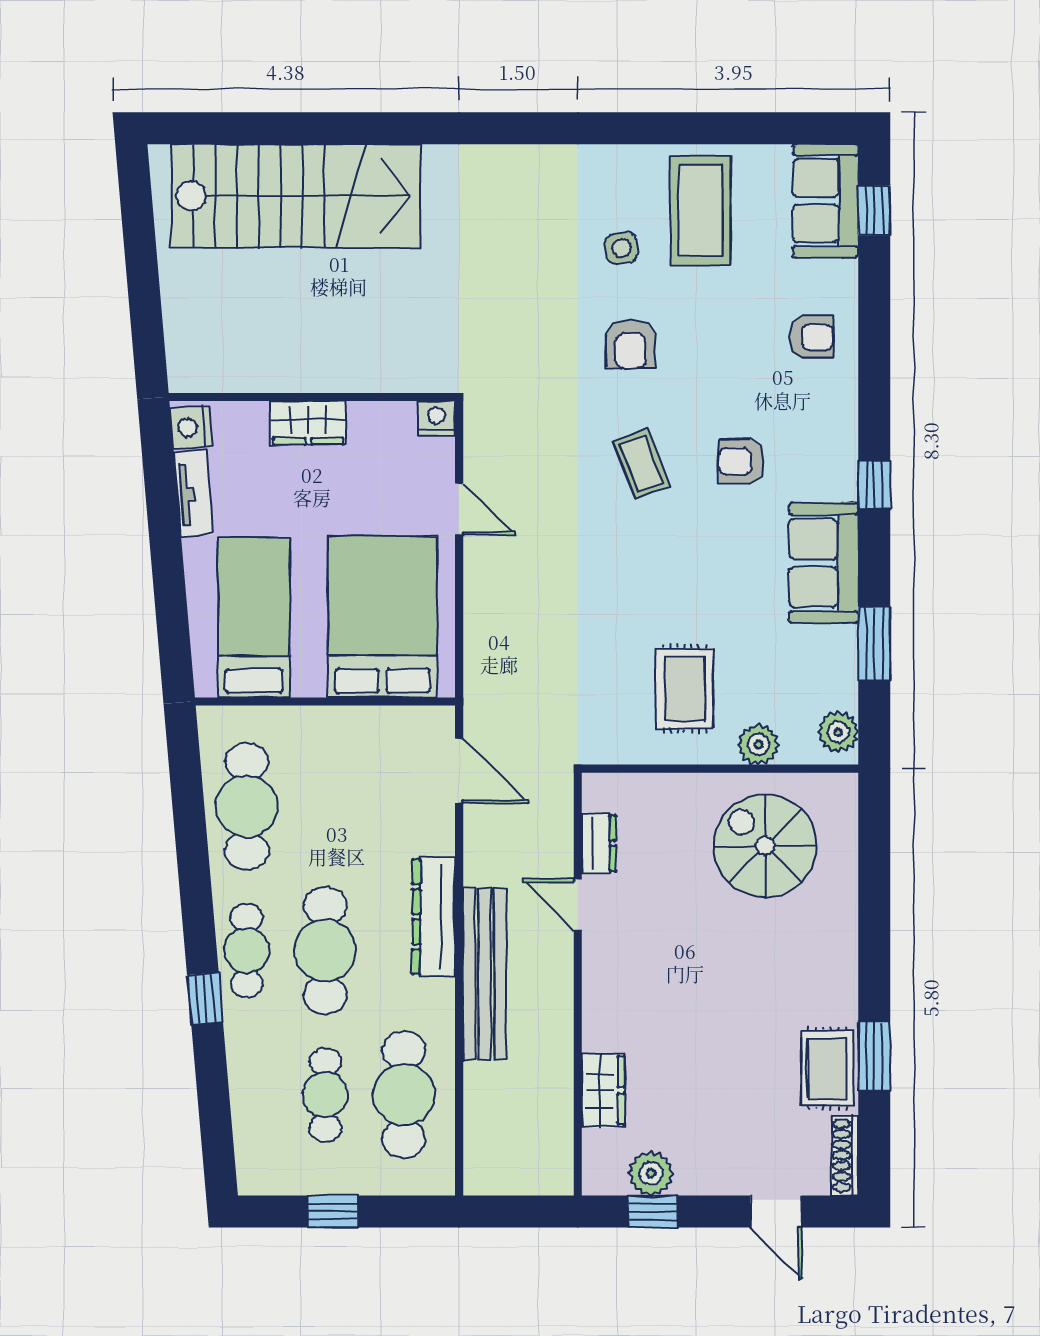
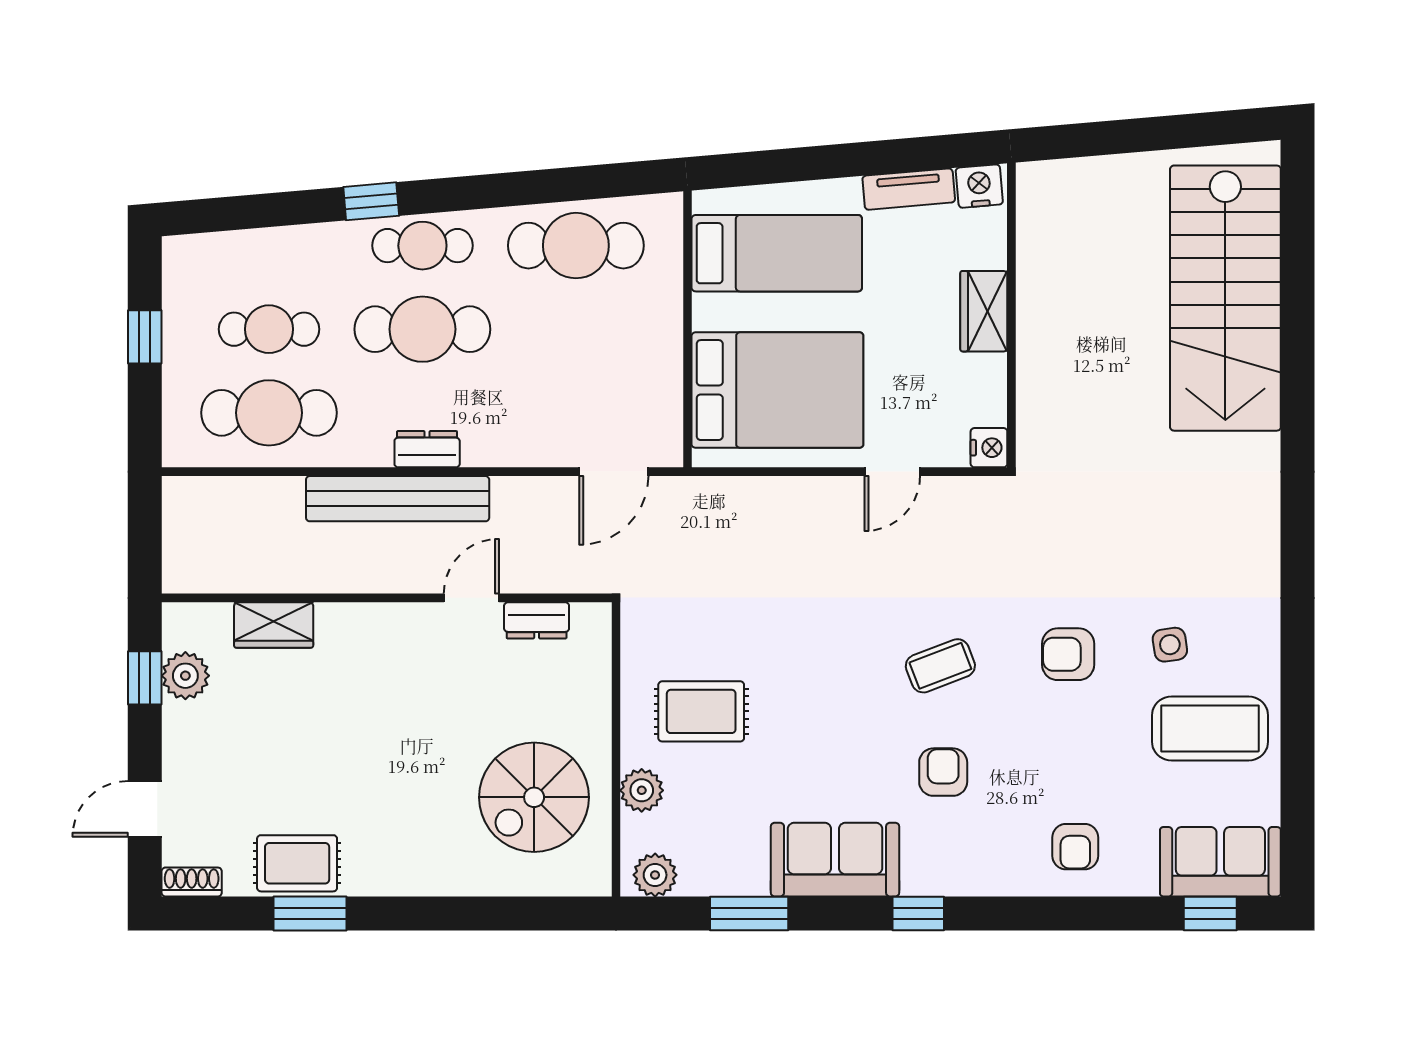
spiral stairs: (765, 846) -> (534, 797), turned 180
dresser: (434, 917) -> (427, 449), width x0.51, depth x0.80
shoe rack: (845, 1155) -> (192, 882), width x0.70

